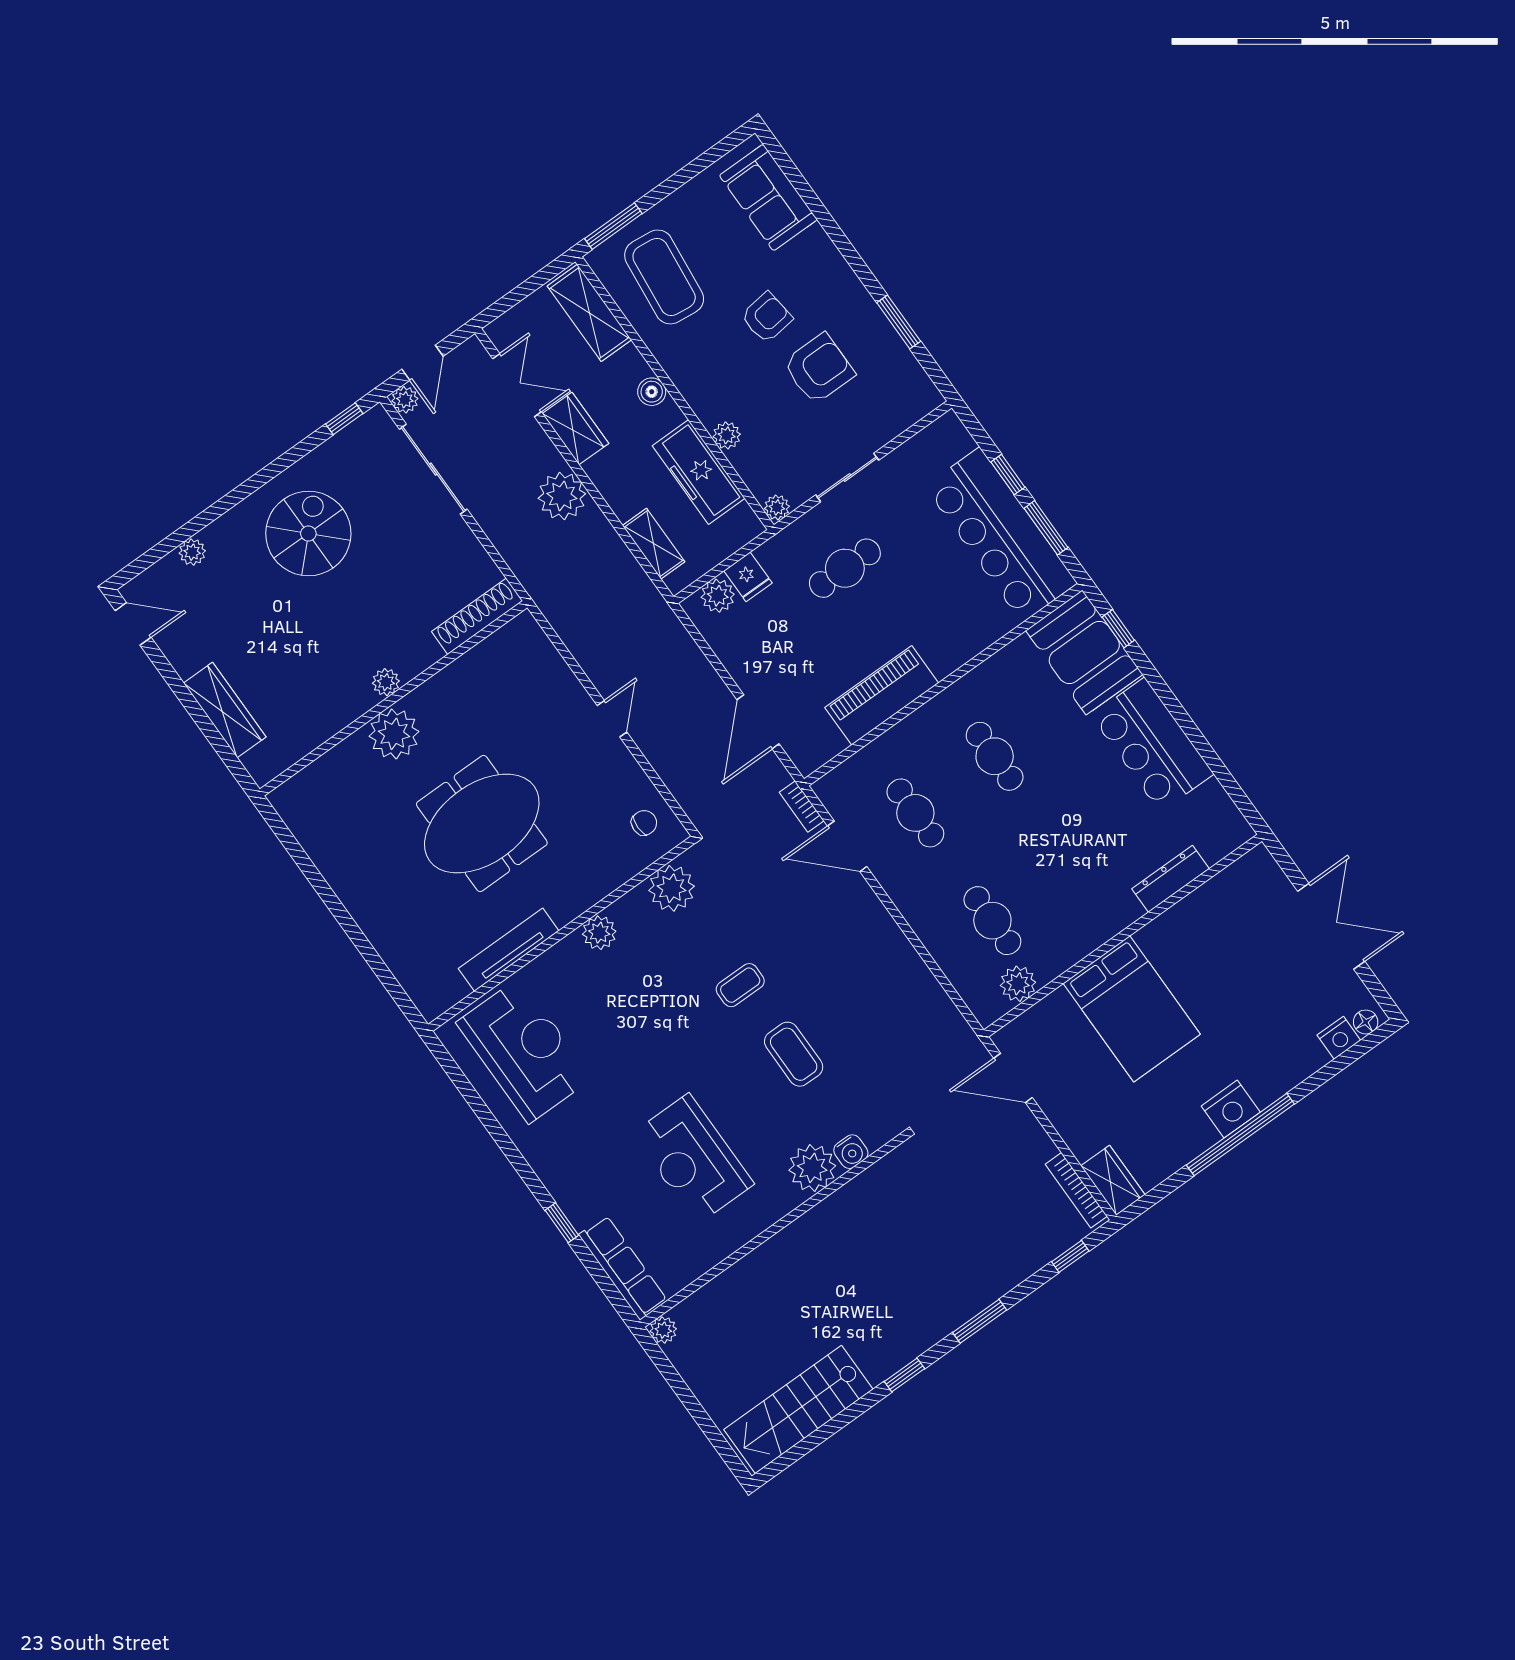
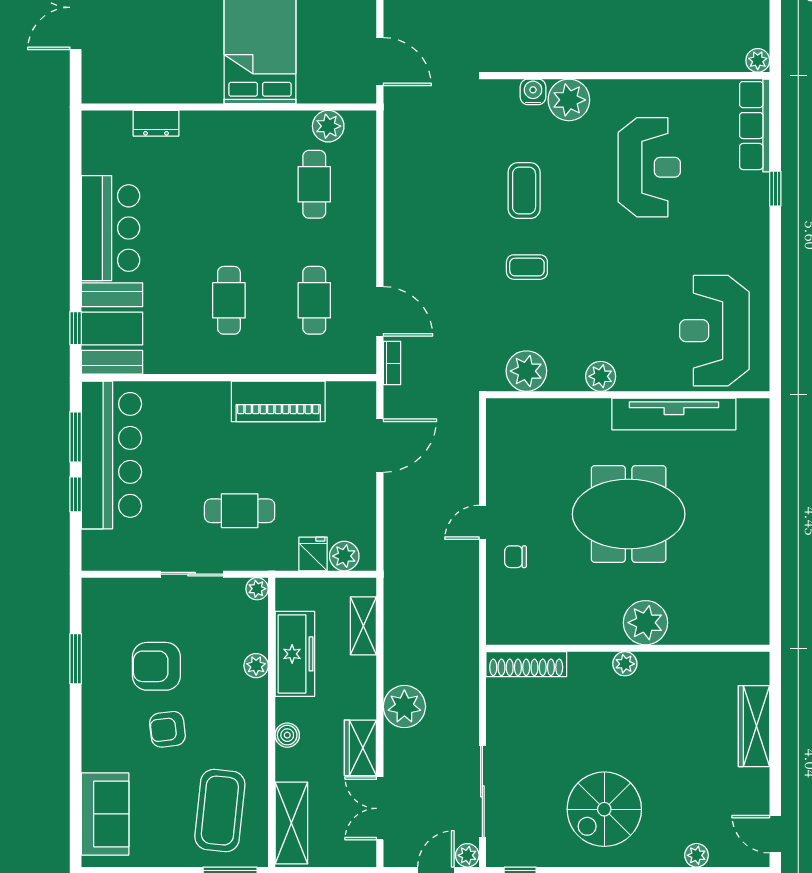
chair: (644, 823) -> (516, 557), moved
dresser: (1171, 879) -> (156, 123), width x0.70
tv unit: (509, 950) -> (674, 414), width x1.36, depth x1.29

